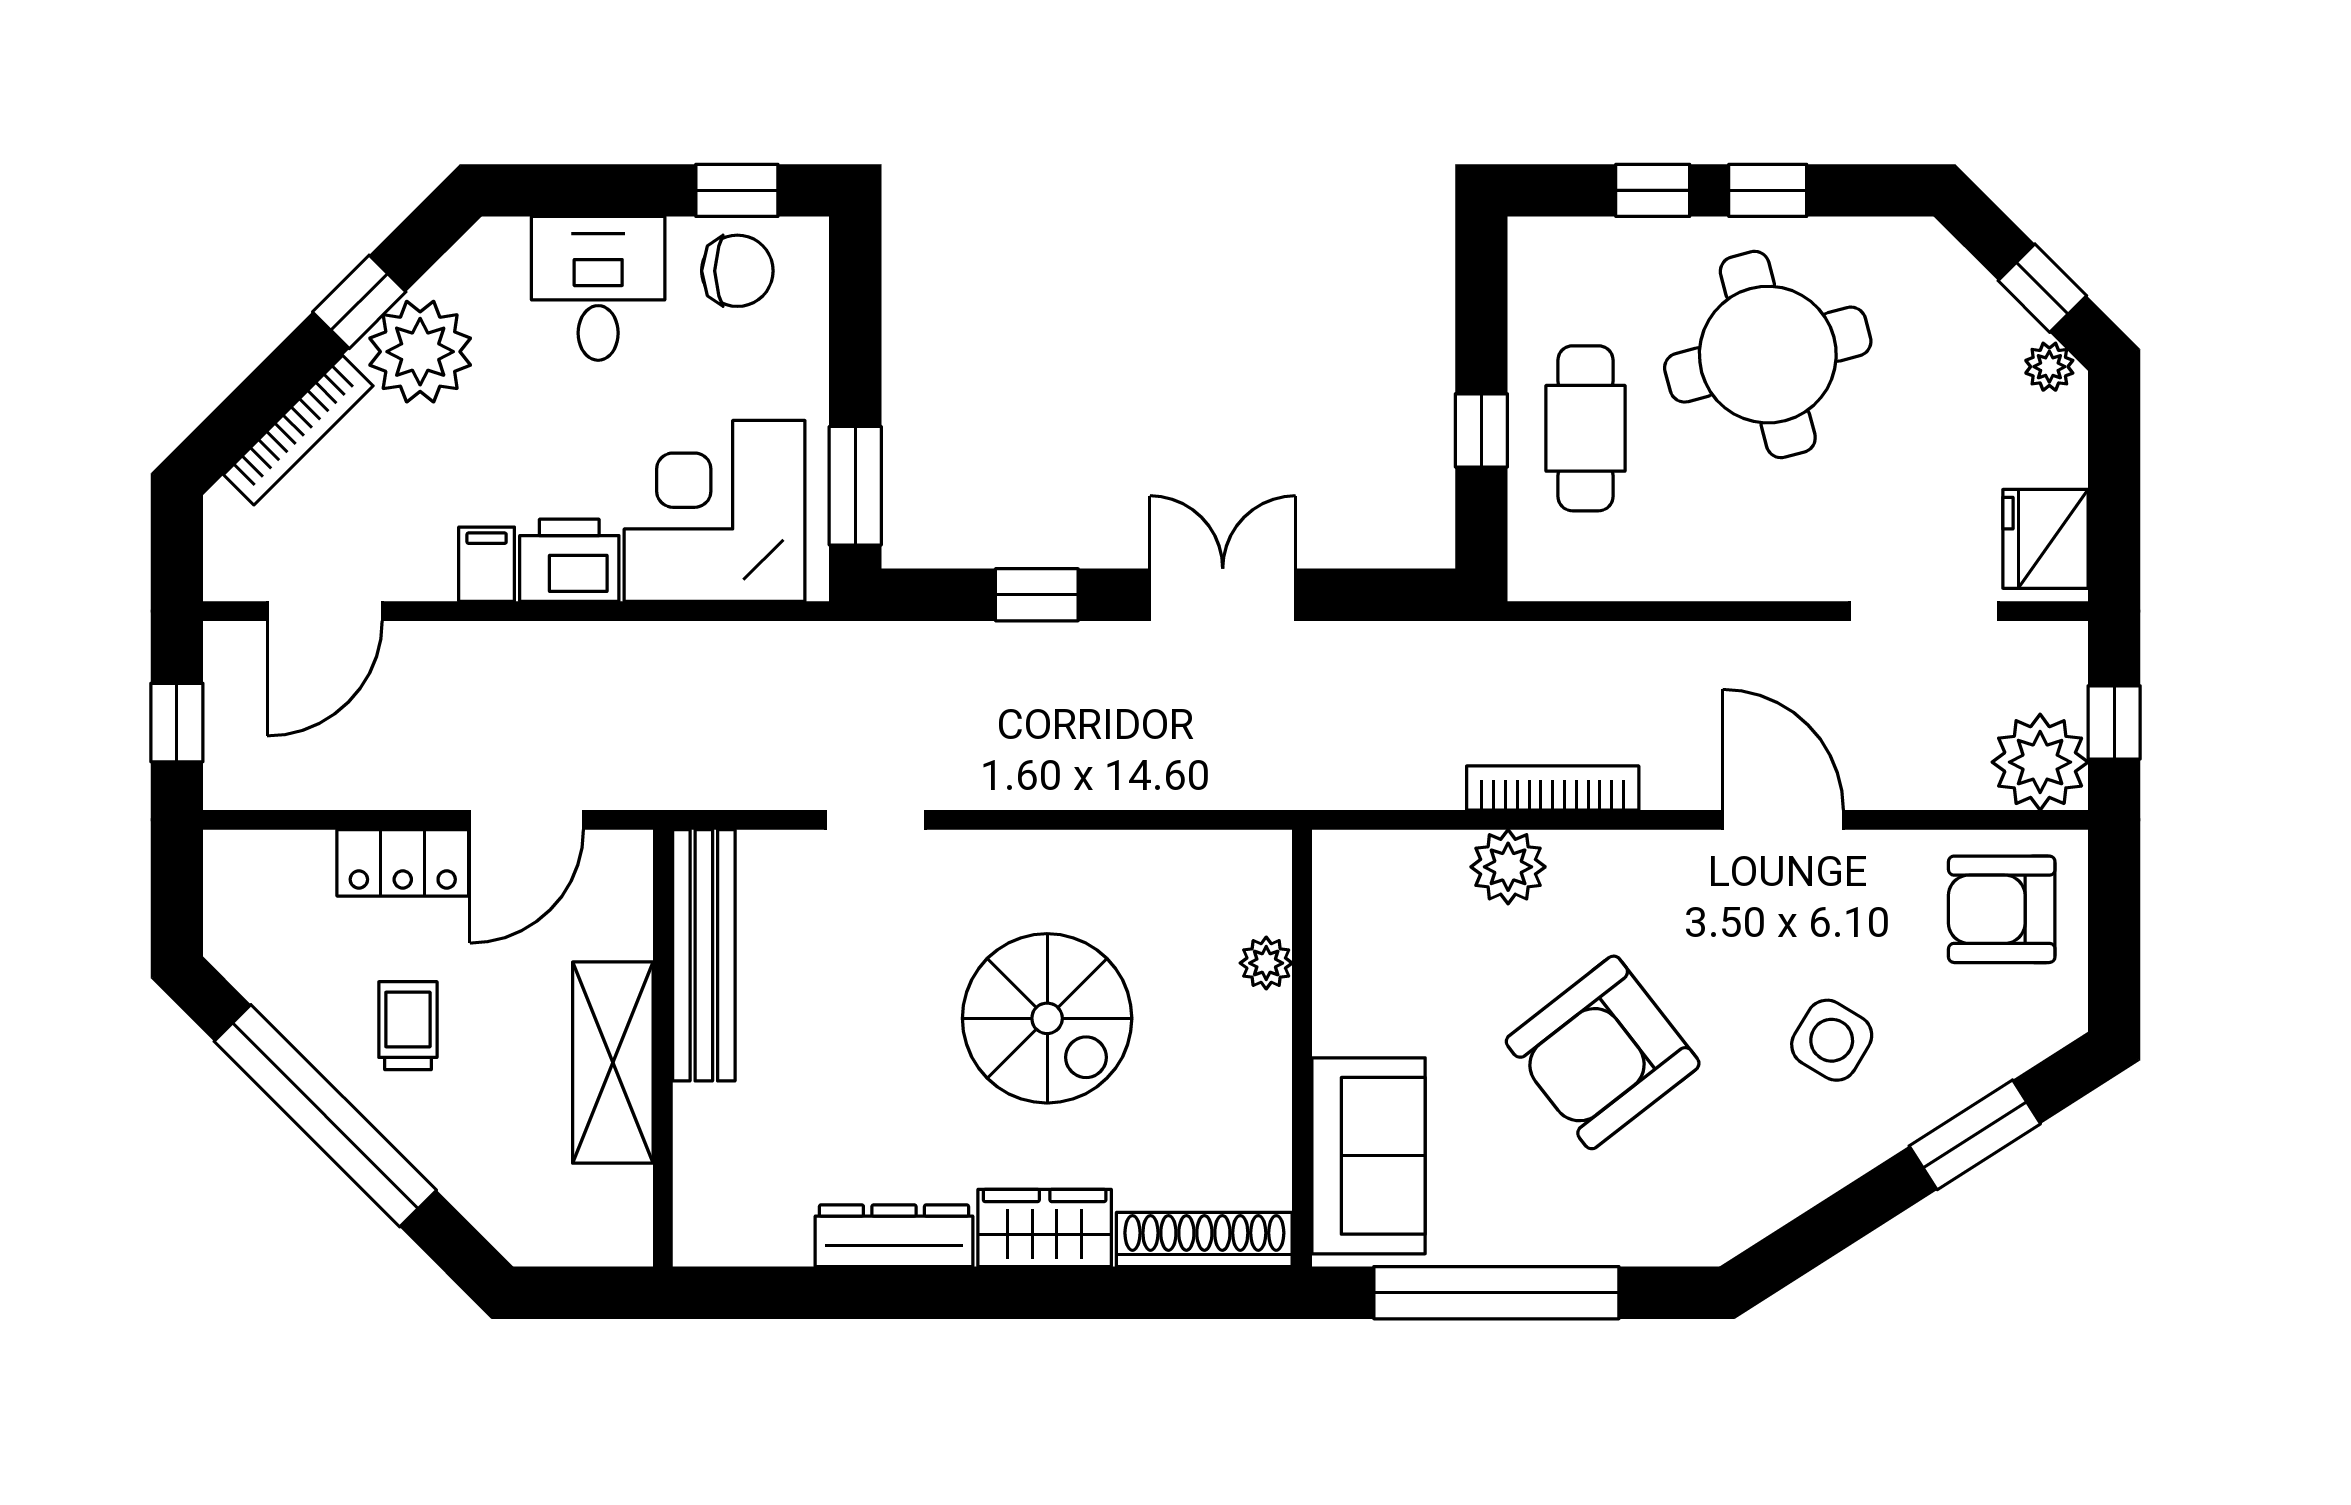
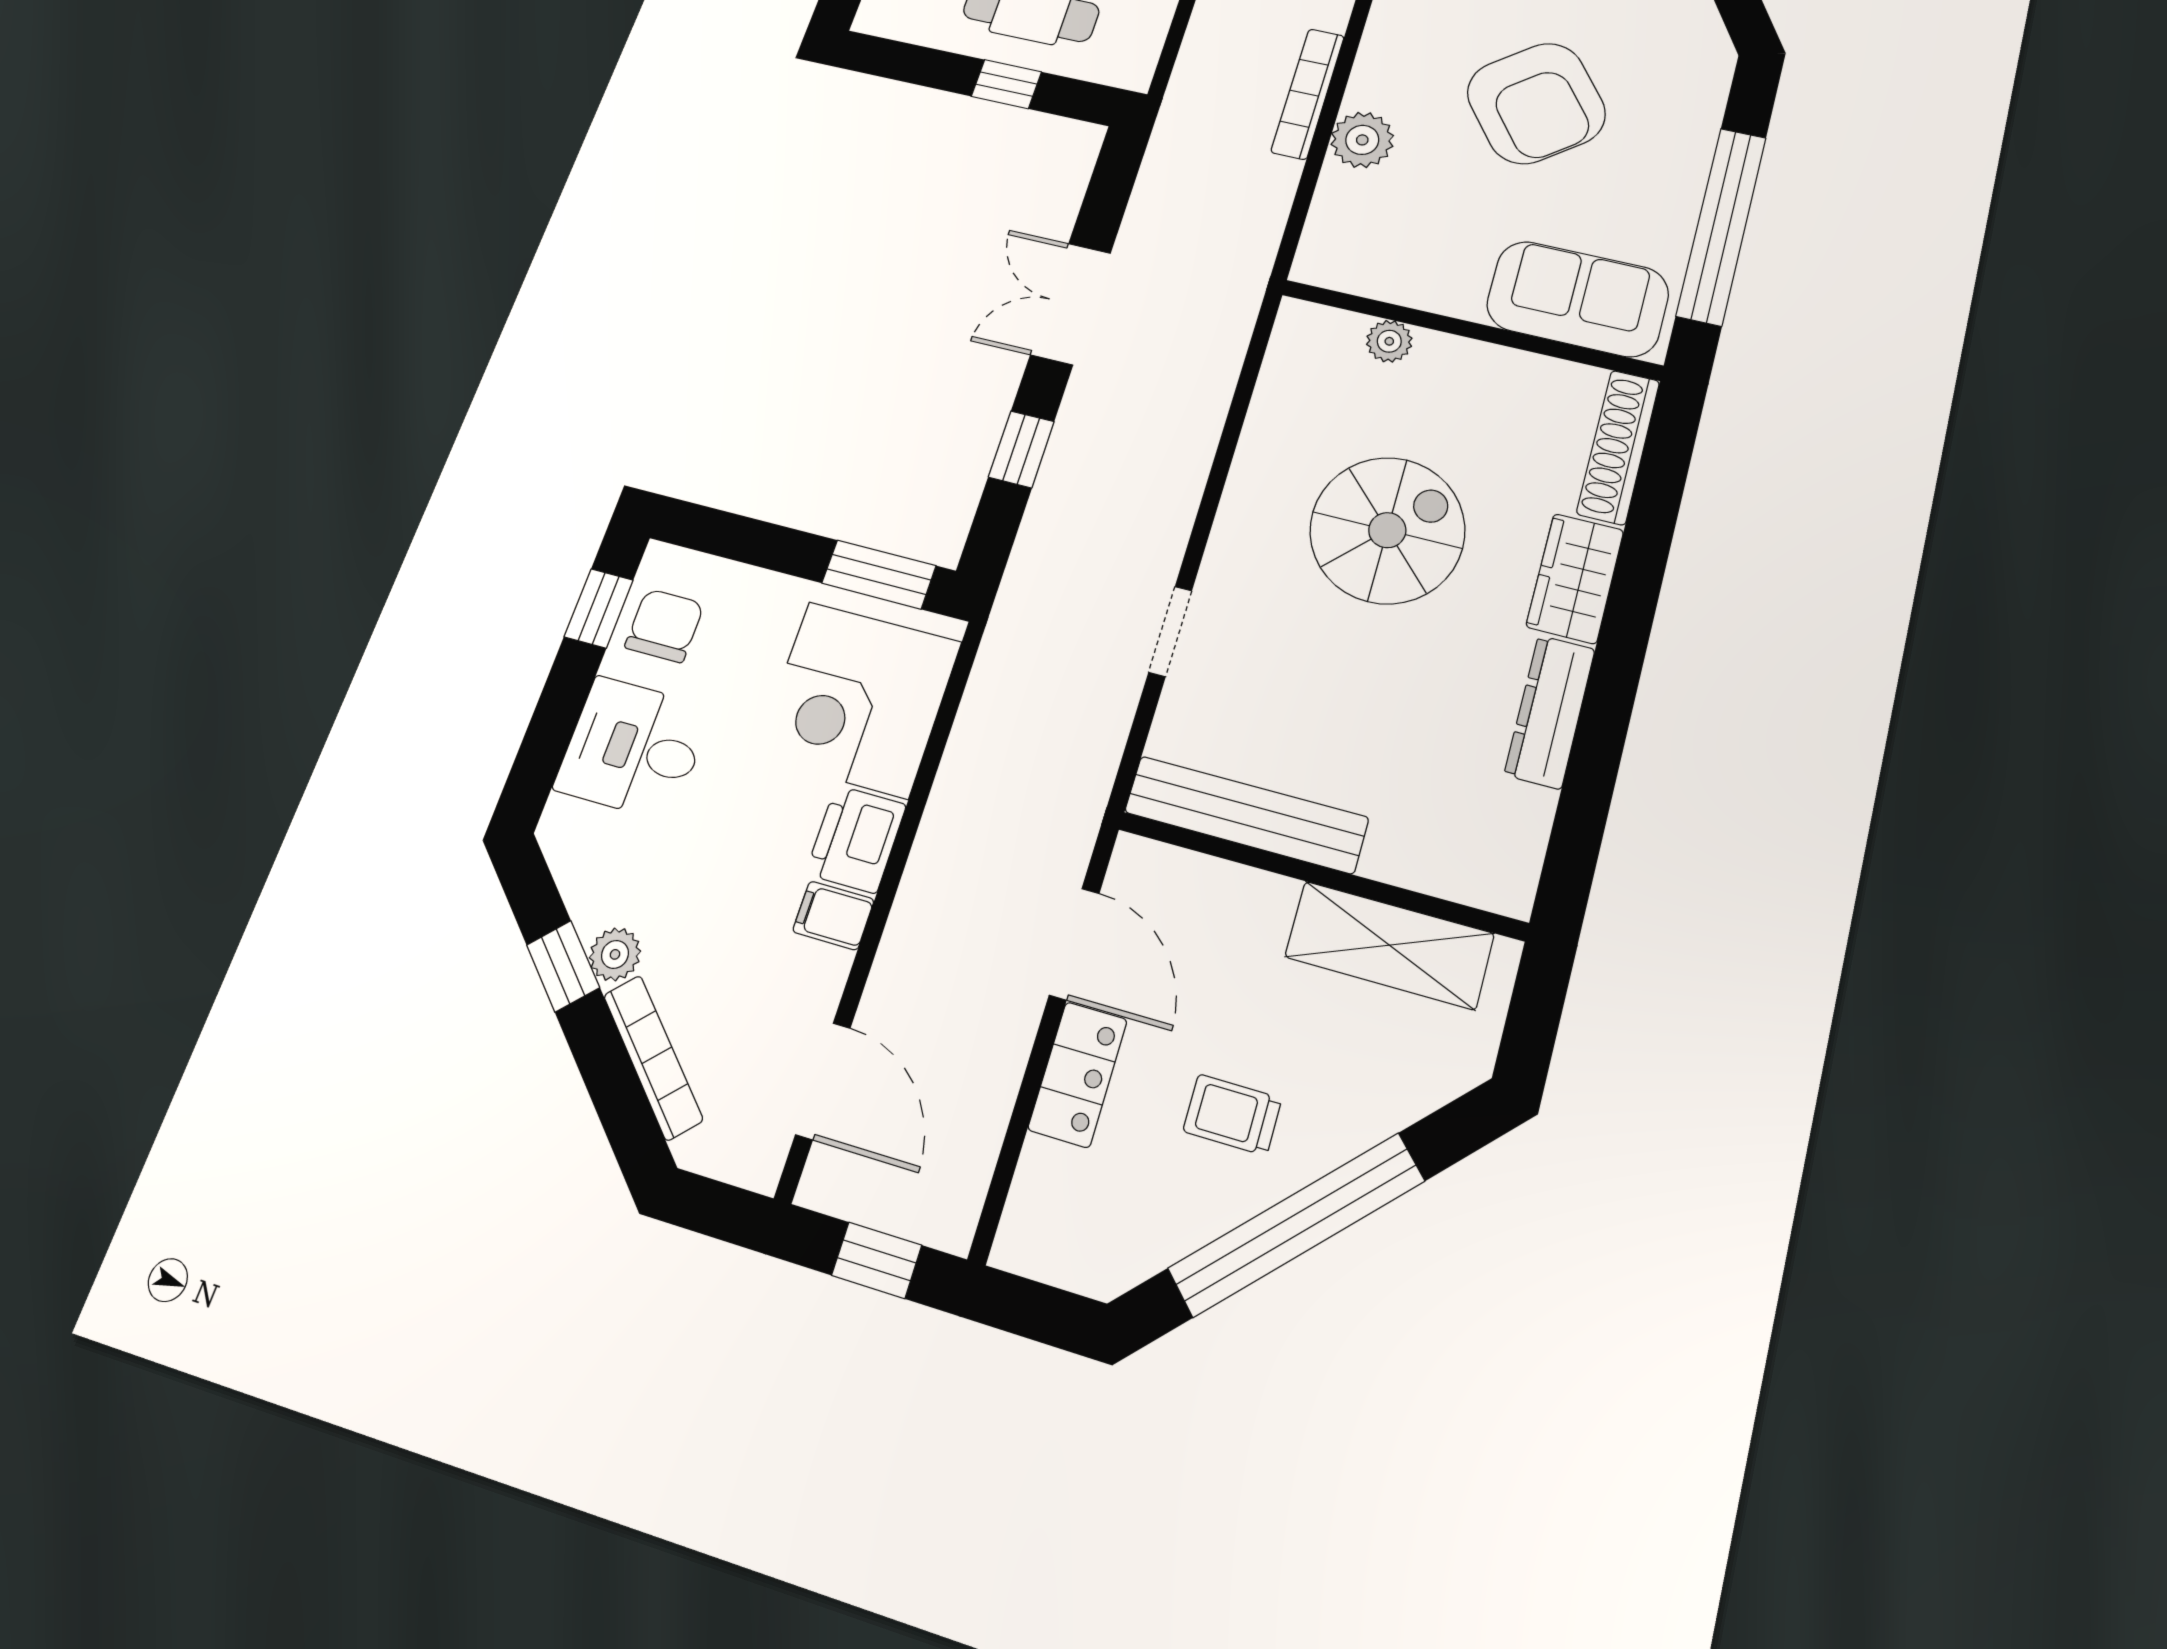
plant: (420, 352) -> (615, 954), width x0.53, depth x0.53
shelving: (613, 1063) -> (1389, 945), moved

